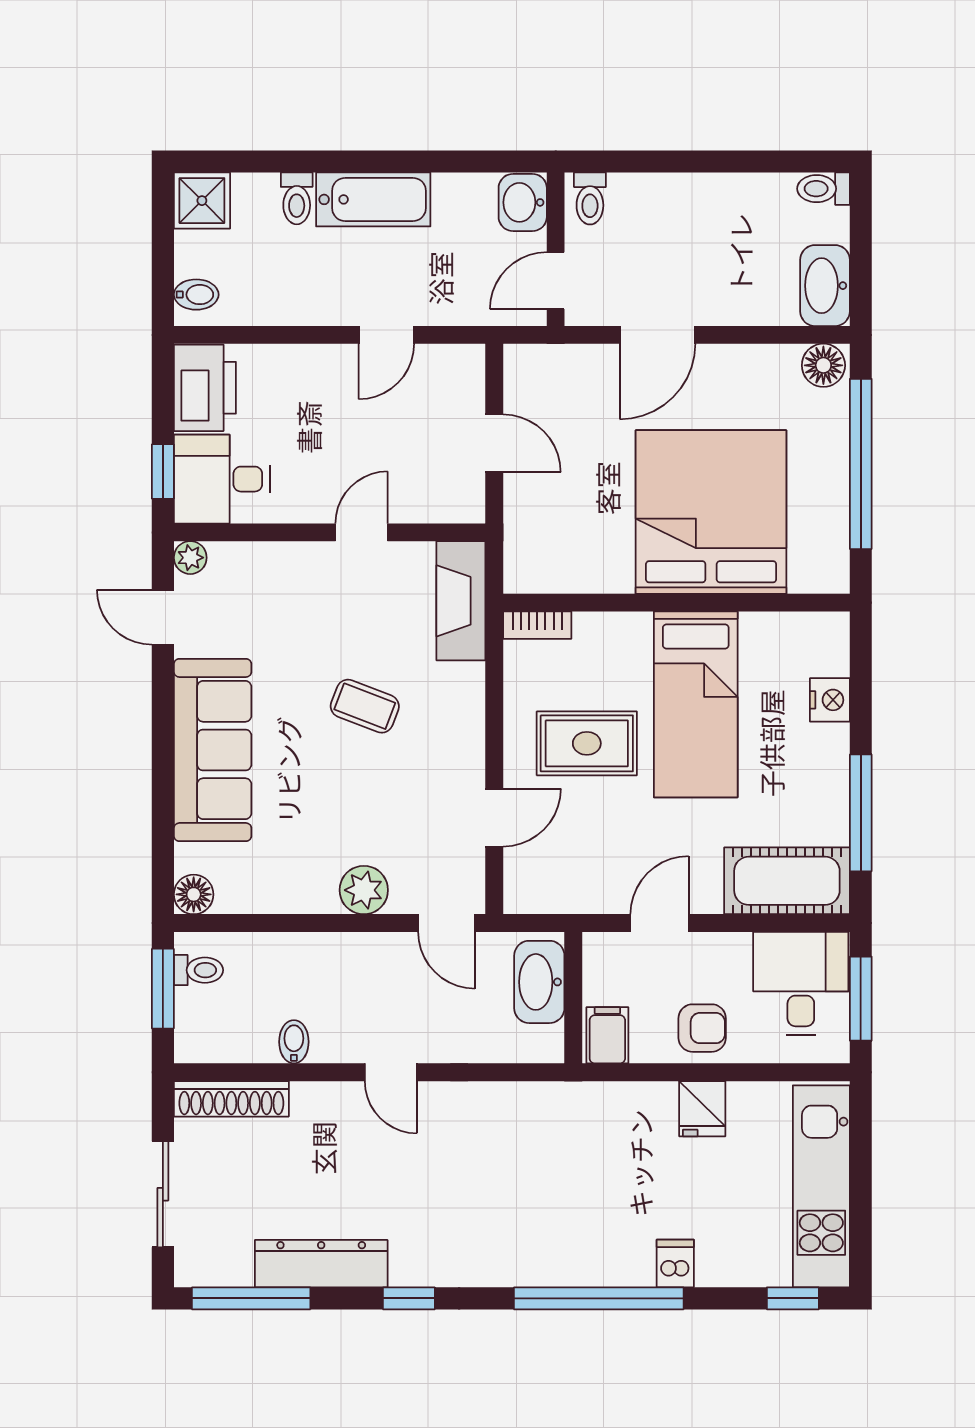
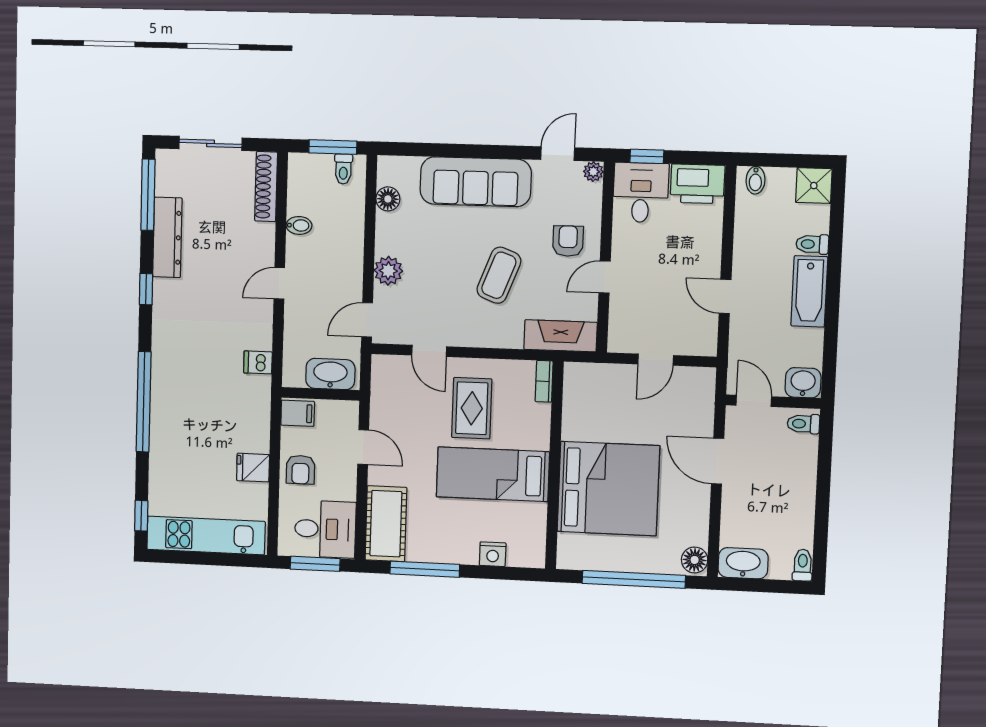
door: (362, 532) -> (605, 277), swing flipped
armchair: (305, 595) -> (568, 241), added
coffee table: (365, 706) -> (499, 275), width x1.36, depth x1.30
floor lamp: (194, 894) -> (388, 199), moved
dishwasher: (675, 1263) -> (258, 362), moved, turned 180

